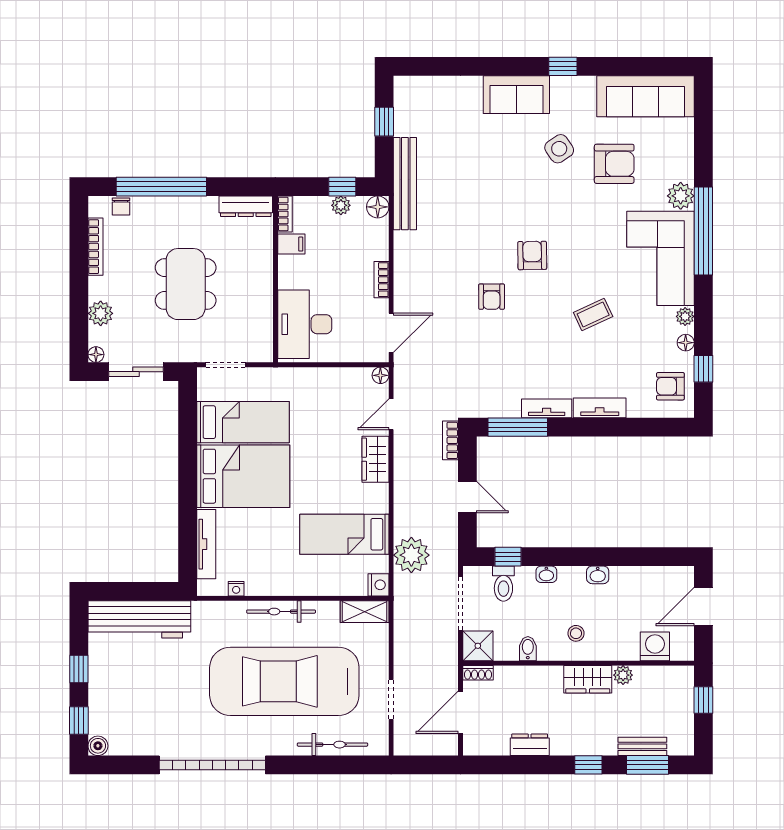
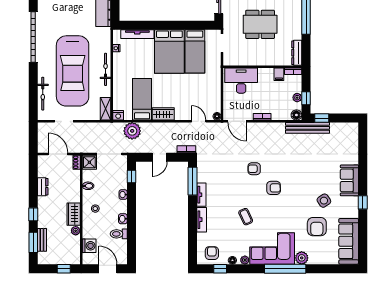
window: (384, 122) -> (322, 118), moved
wardrobe: (375, 459) -> (163, 114), moved
toilet: (503, 584) -> (119, 234), moved
car: (284, 681) -> (73, 71), turned 180

